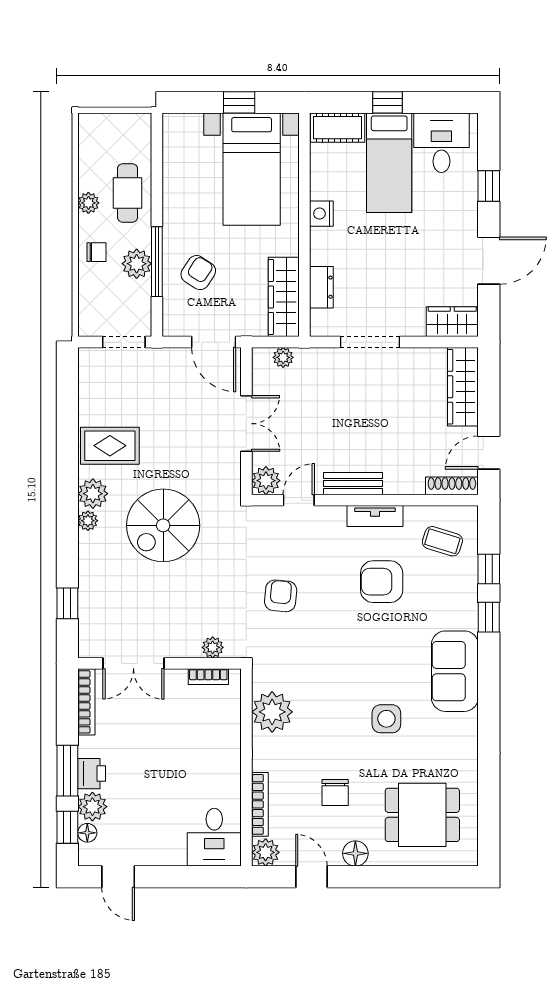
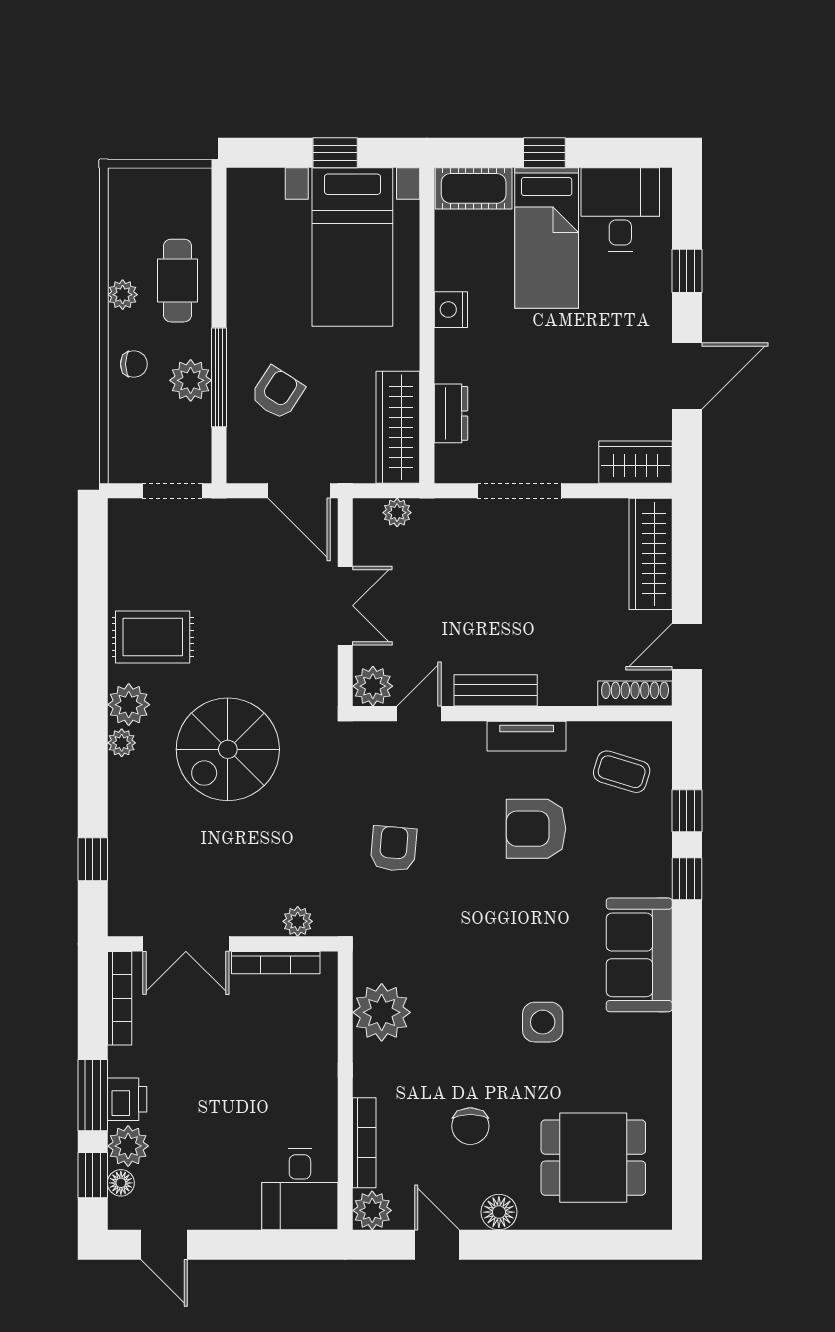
bookcase: (208, 677) -> (276, 963), width x1.56

